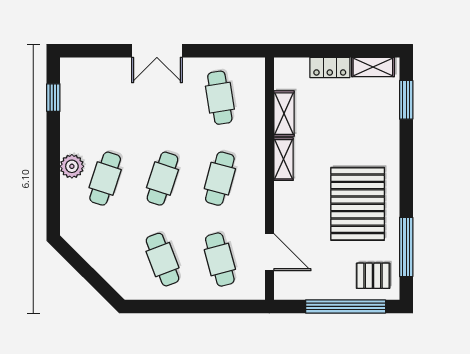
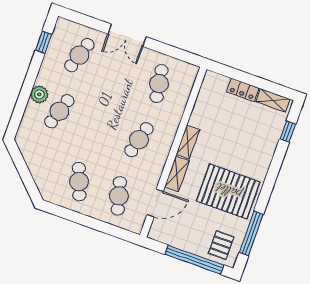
window: (406, 100) -> (288, 131), width x0.67
shelving: (284, 114) -> (177, 174), moved
cafe table: (162, 179) -> (79, 55), moved
pallet: (358, 204) -> (228, 191), turned 90
door: (269, 252) -> (155, 203), hinge flipped
pallet: (373, 276) -> (221, 245), turned 90

